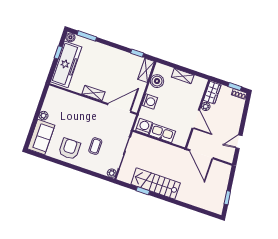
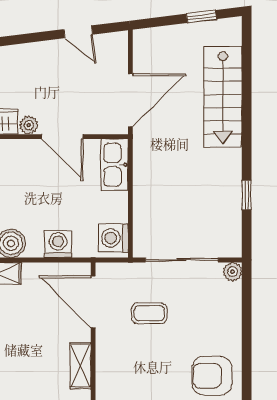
door: (196, 119) -> (62, 137), swing flipped
kitchen sink: (162, 133) -> (114, 165), moved
coffee table: (95, 146) -> (149, 313), moved
stairs: (156, 184) -> (223, 97), moved

